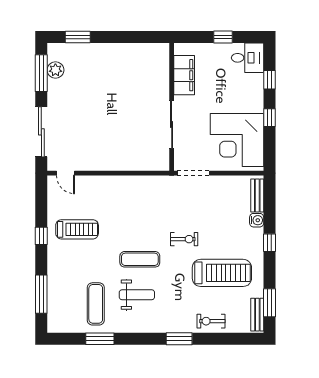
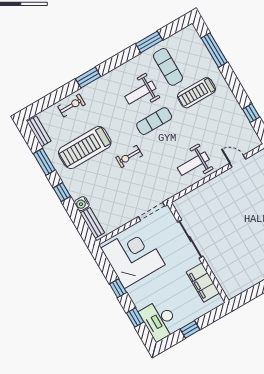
desk: (248, 58) -> (159, 320), width x1.37
door: (66, 173) -> (238, 161), moved
weight bench: (126, 196) -> (193, 164), added
treadmill: (77, 229) -> (196, 93), moved
window: (41, 236) -> (251, 113), moved
window: (269, 303) -> (44, 162), moved

